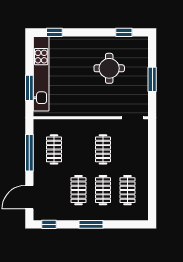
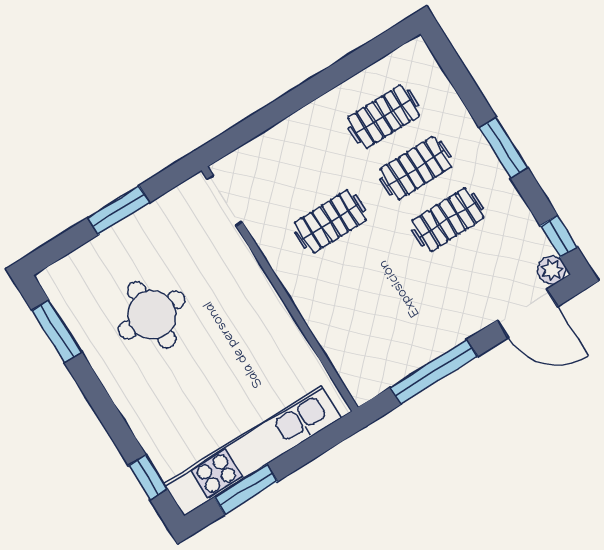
window: (124, 32) -> (57, 331), width x1.50
window: (29, 88) -> (246, 489), moved
clothes rail: (54, 149) -> (395, 324), removed
plant: (39, 215) -> (552, 270), added

